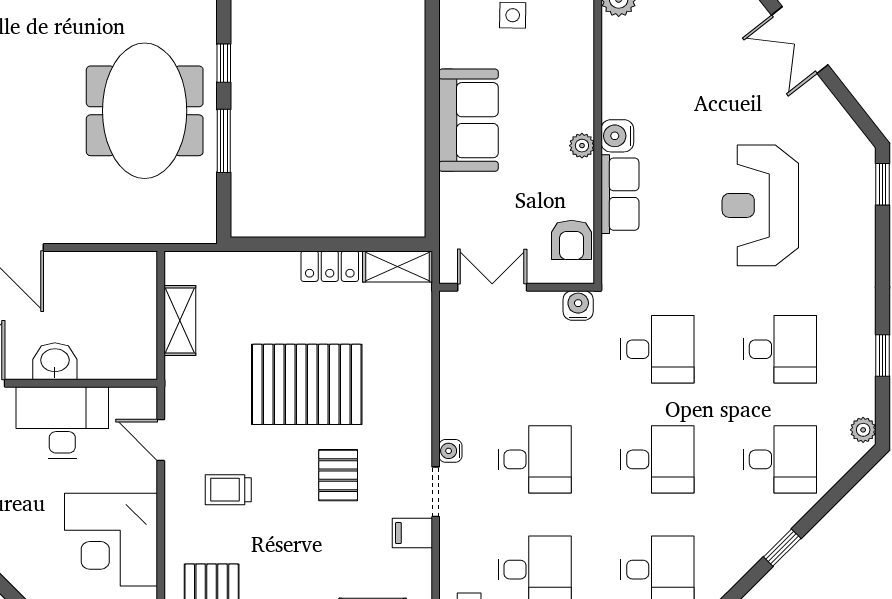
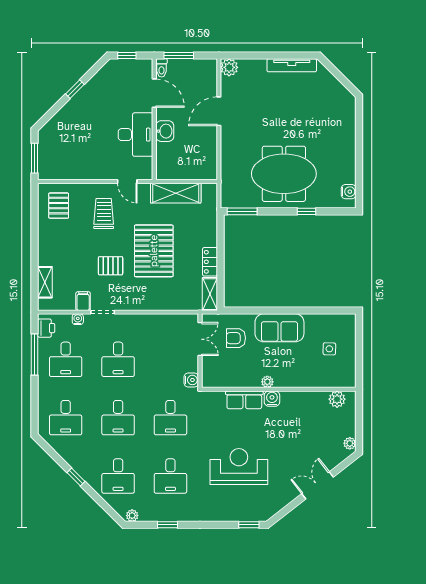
window: (224, 141) -> (242, 211), moved
armchair: (572, 240) -> (236, 338), moved
shelving: (180, 321) -> (176, 193), width x1.50, depth x1.33
door: (161, 440) -> (127, 181), swing flipped
water cooler: (450, 451) -> (78, 319), moved
trolley: (228, 490) -> (104, 214), width x1.36, depth x1.39
corner desk: (111, 540) -> (80, 158), removed

